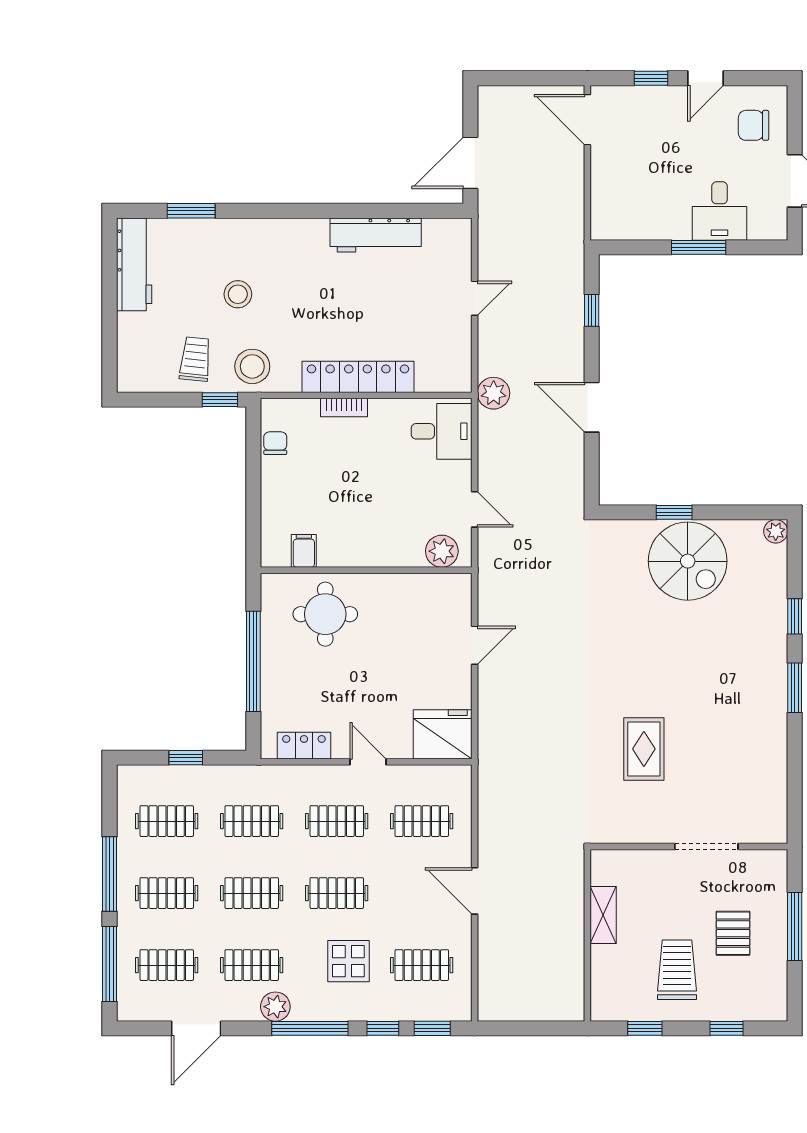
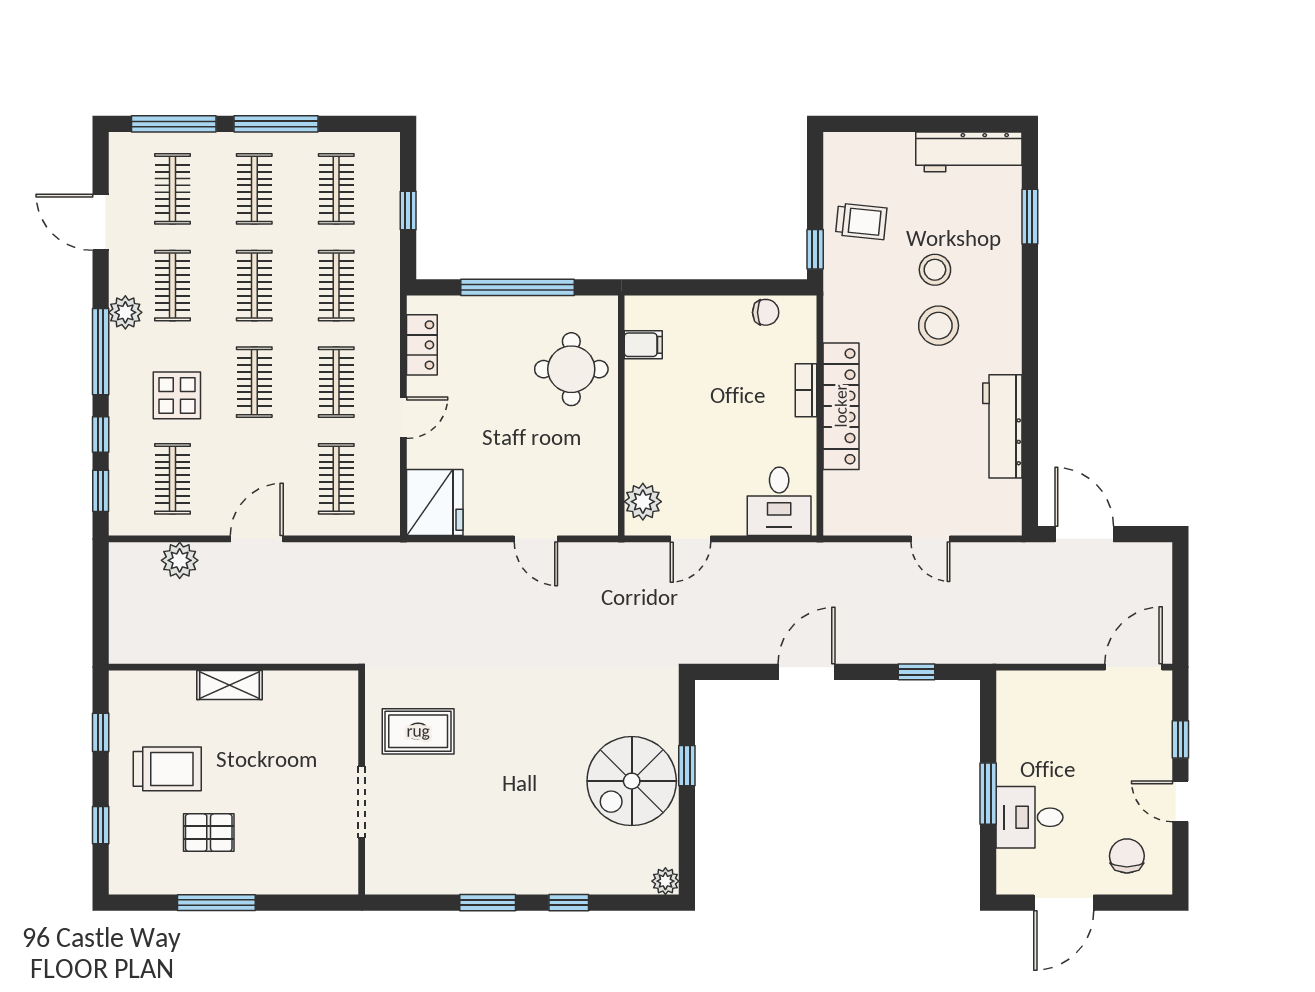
stool: (252, 366) -> (939, 326), moved
plant: (494, 393) -> (180, 560), moved
wall: (689, 847) -> (362, 782), moved
doorway: (706, 847) -> (362, 802), moved

